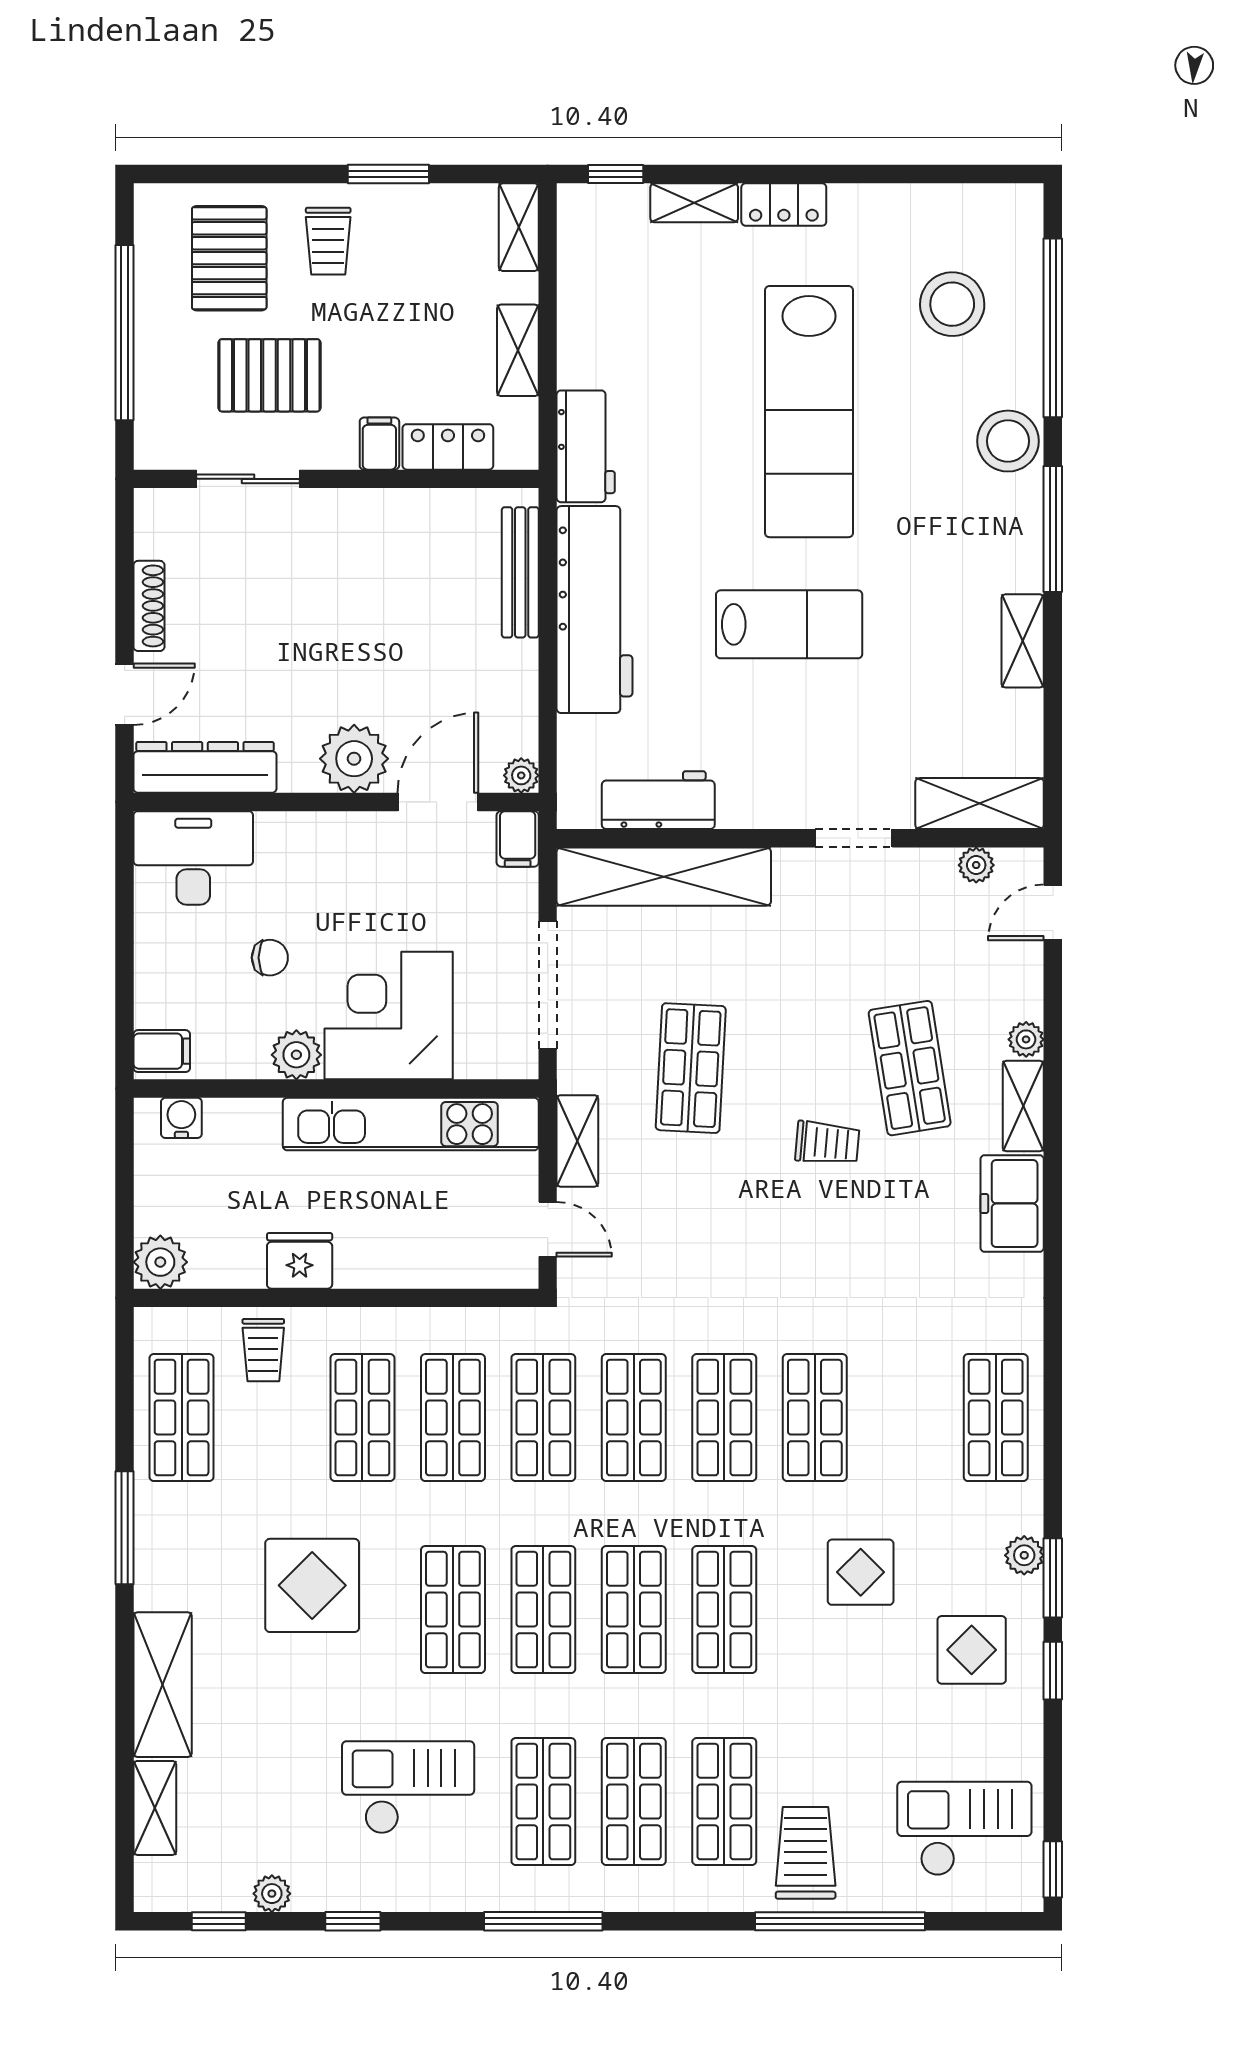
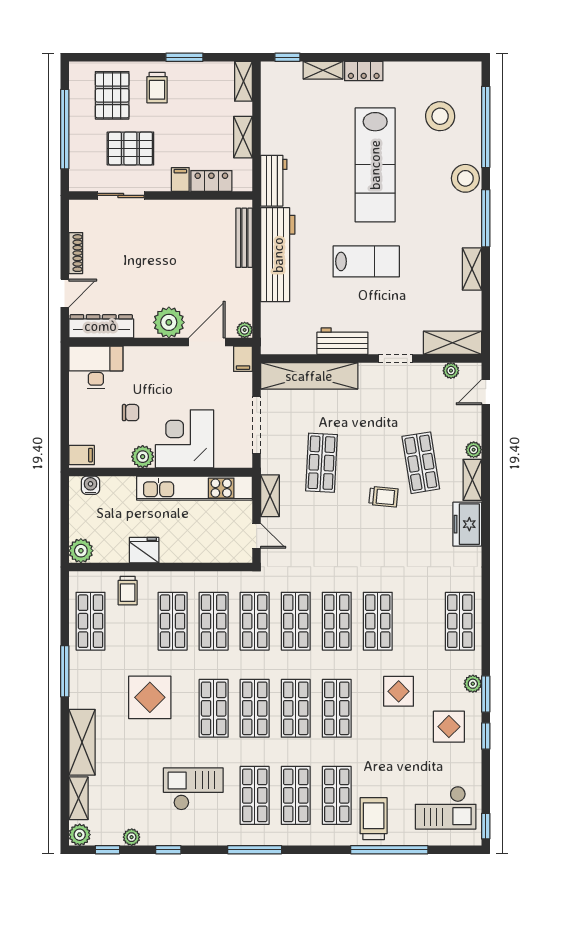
workbench: (658, 800) -> (342, 341), moved
checkout: (964, 1829) -> (446, 808), turned 180
plant: (157, 1888) -> (80, 835), added

